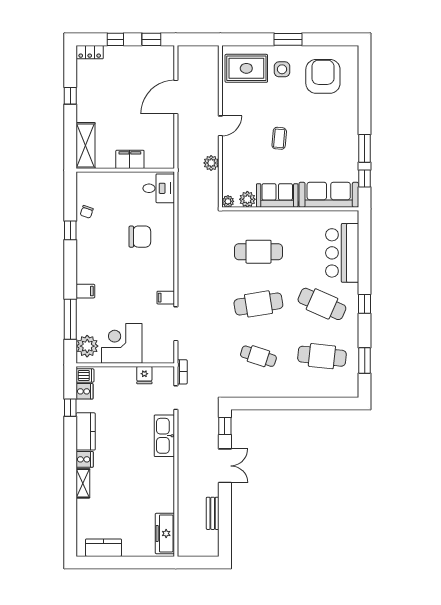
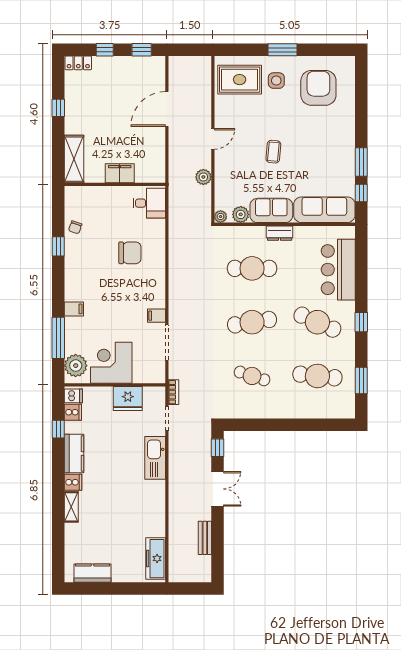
dresser: (285, 217) -> (280, 233), added
fridge: (144, 375) -> (128, 399), width x1.88, depth x1.34

